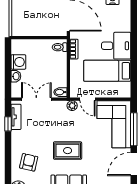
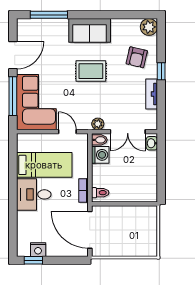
washing machine: (18, 62) -> (100, 155), moved, turned 180
washbasin: (16, 76) -> (152, 143), moved
plant: (72, 106) -> (98, 124), moved
tv unit: (16, 117) -> (152, 94), moved
window: (8, 124) -> (161, 71), moved

